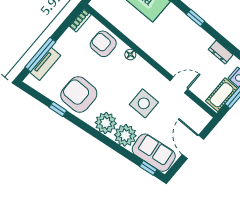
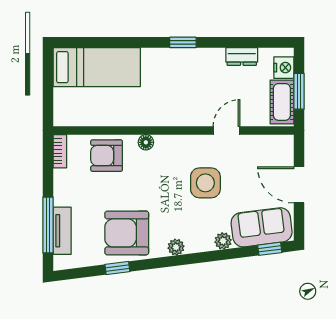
plant: (106, 123) -> (176, 247), width x0.53, depth x0.53
plant: (125, 135) -> (223, 241), width x0.53, depth x0.53

